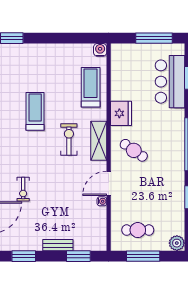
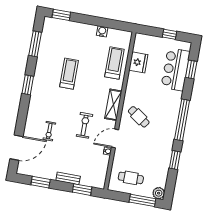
window: (154, 38) -> (169, 34), width x0.46
water cooler: (100, 50) -> (102, 31), moved
fridge: (121, 113) -> (138, 62), moved
exercise bike: (69, 139) -> (85, 125), moved
window: (143, 256) -> (142, 200), moved

